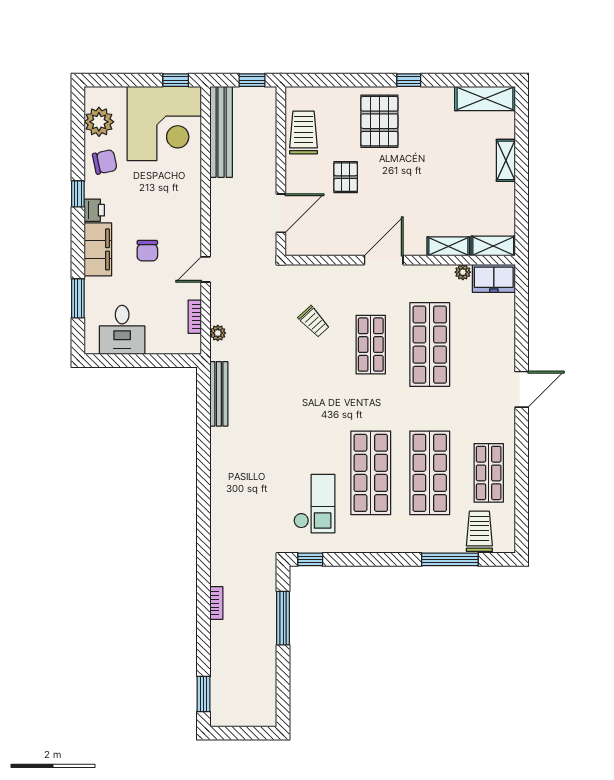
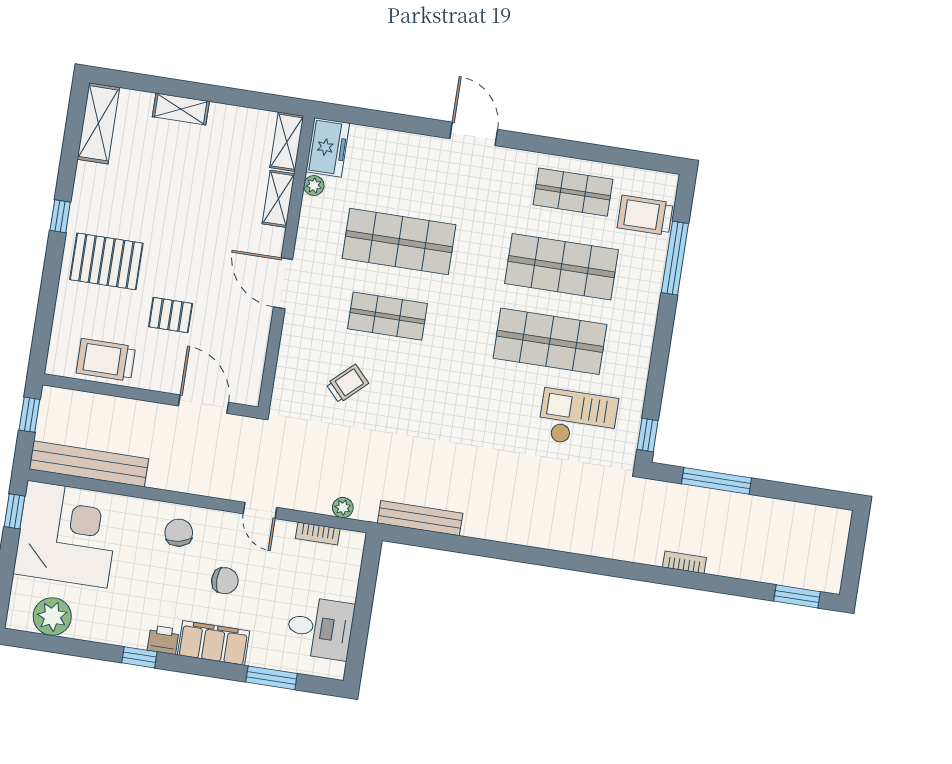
chair: (105, 162) -> (179, 533), moved

